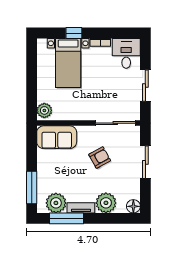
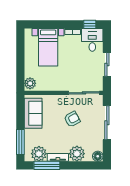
window: (74, 33) -> (90, 24), moved
sofa: (57, 137) -> (33, 113), moved, turned -90
sliding door: (145, 162) -> (107, 123), width x1.37

